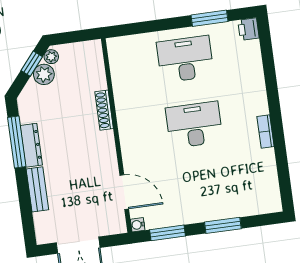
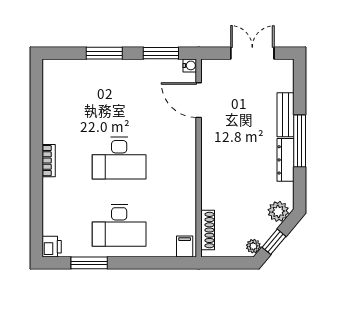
filing cabinet: (118, 47) -> (185, 247), added
plant: (44, 74) -> (278, 211), moved
shoe rack: (104, 110) -> (208, 230), moved
bookcase: (265, 132) -> (49, 161), moved
window: (17, 142) -> (300, 141), moved

